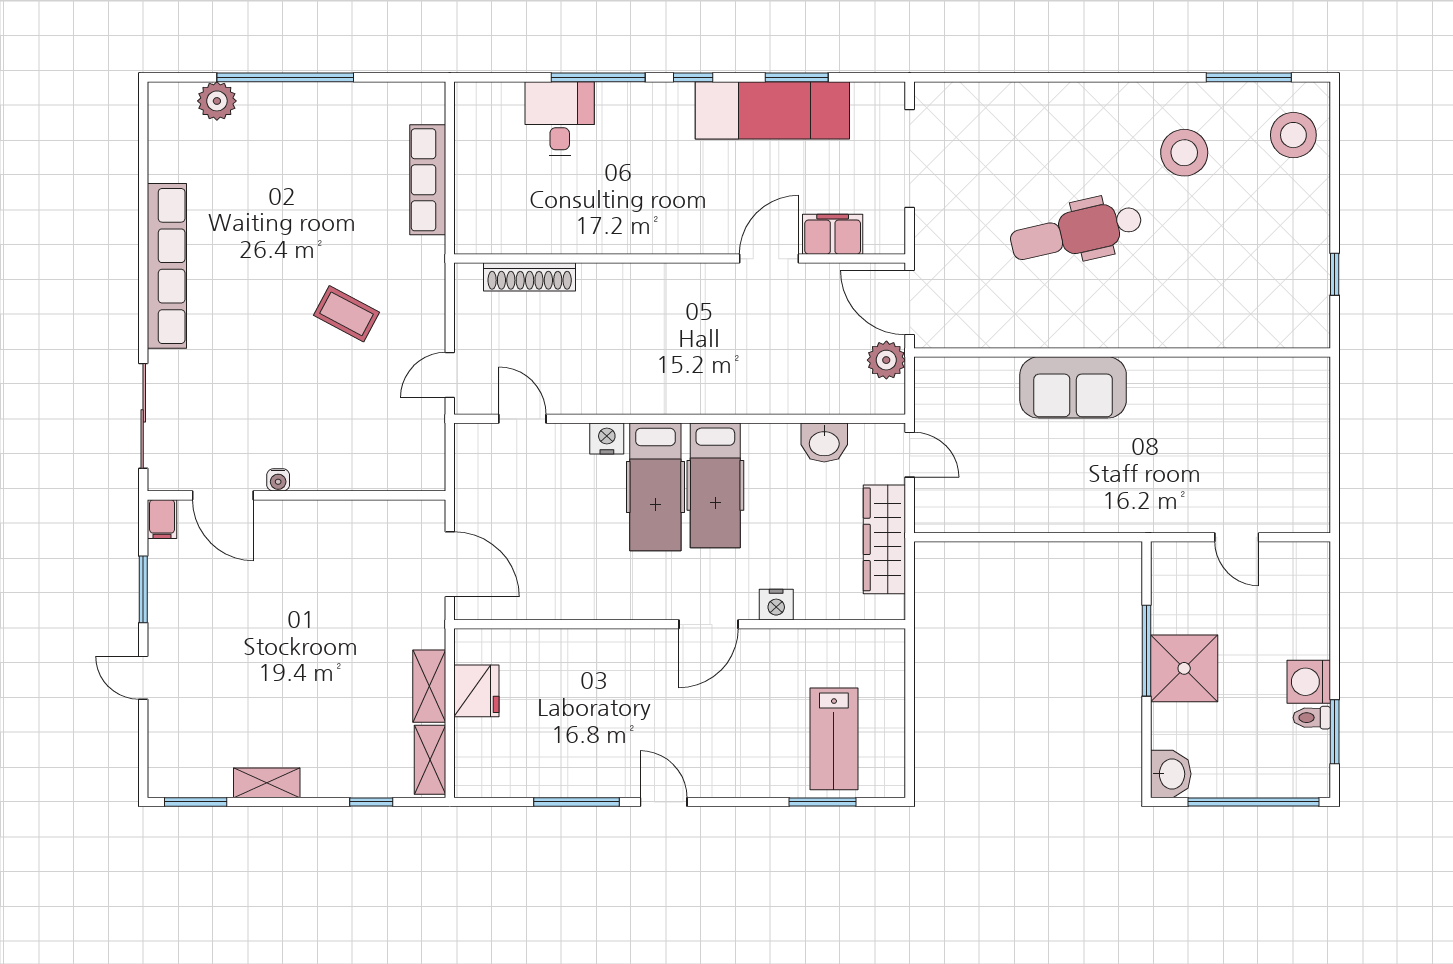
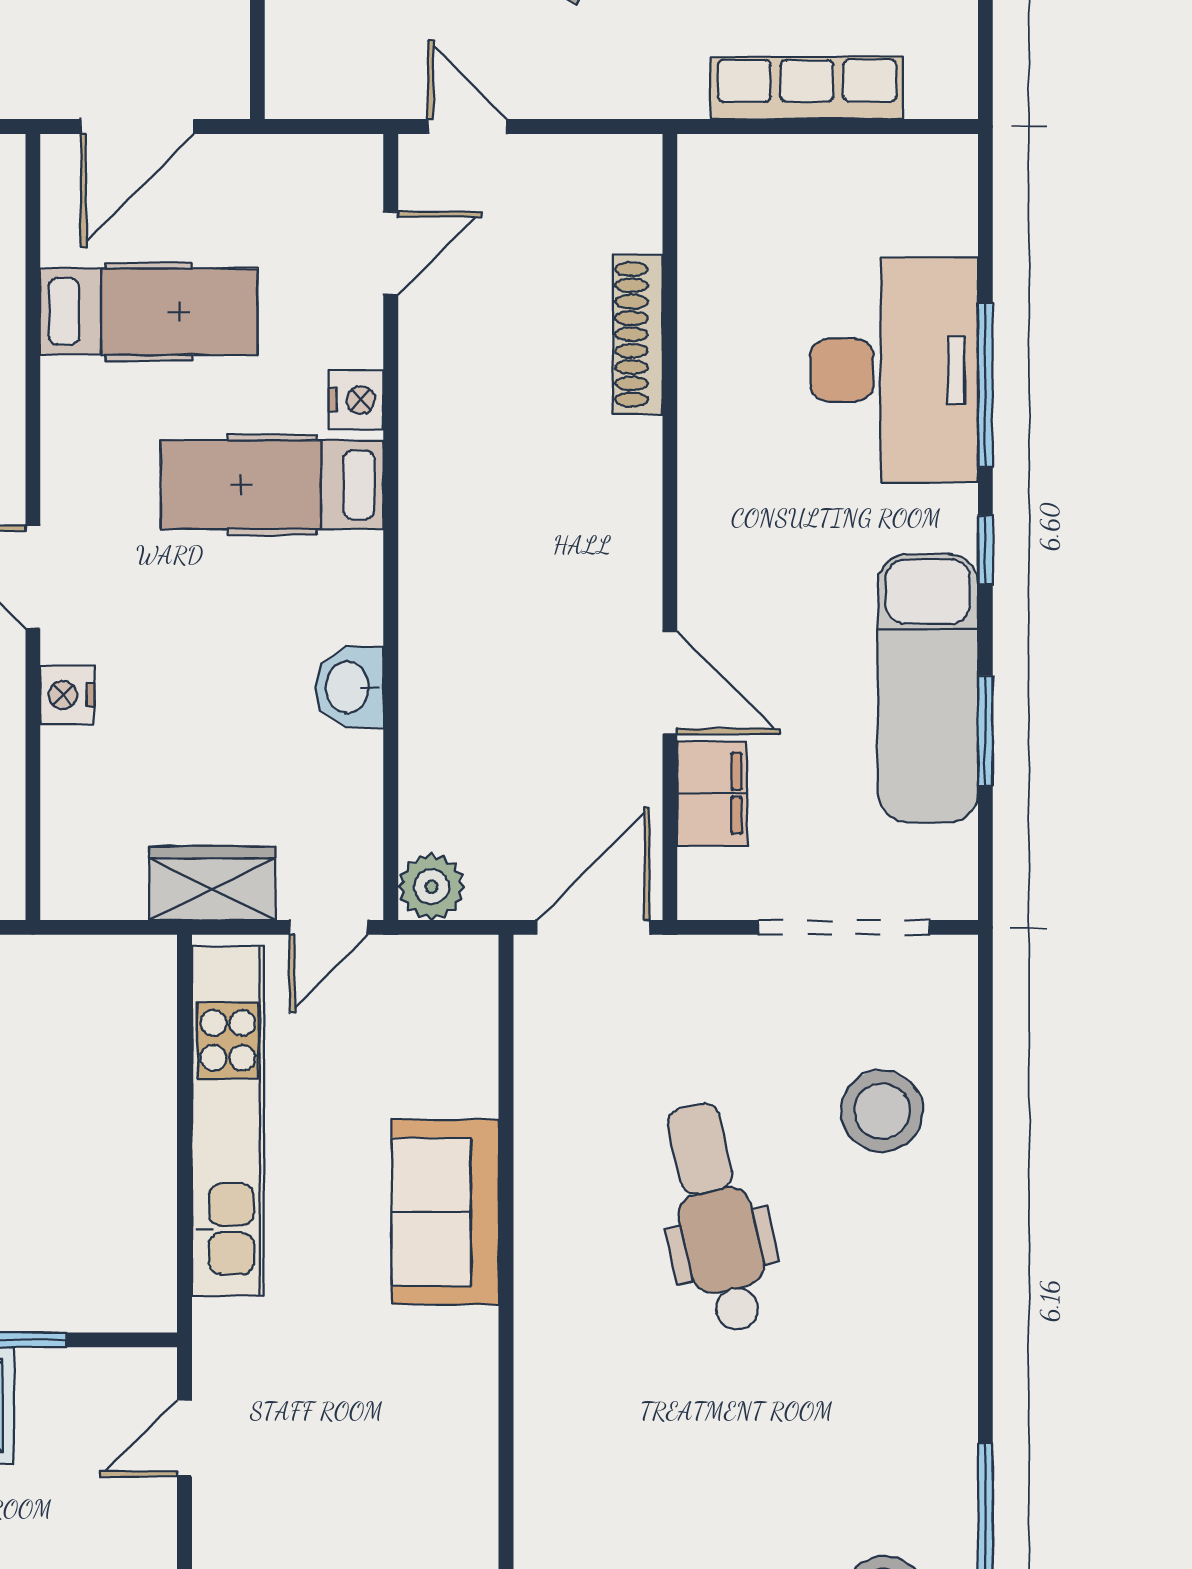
desk: (560, 119) -> (894, 370), width x1.87, depth x1.30
stool: (1184, 153) -> (882, 1111), moved
shoe rack: (530, 277) -> (638, 334), moved
plant: (886, 360) -> (431, 887), moved
washbasin: (824, 443) -> (349, 687), moved
hospital bed: (715, 485) -> (149, 312), moved, turned 180
kitchen unit: (1021, 512) -> (228, 1121), added
door: (1237, 537) -> (184, 1438), moved
wardrobe: (884, 539) -> (212, 883), width x0.67

